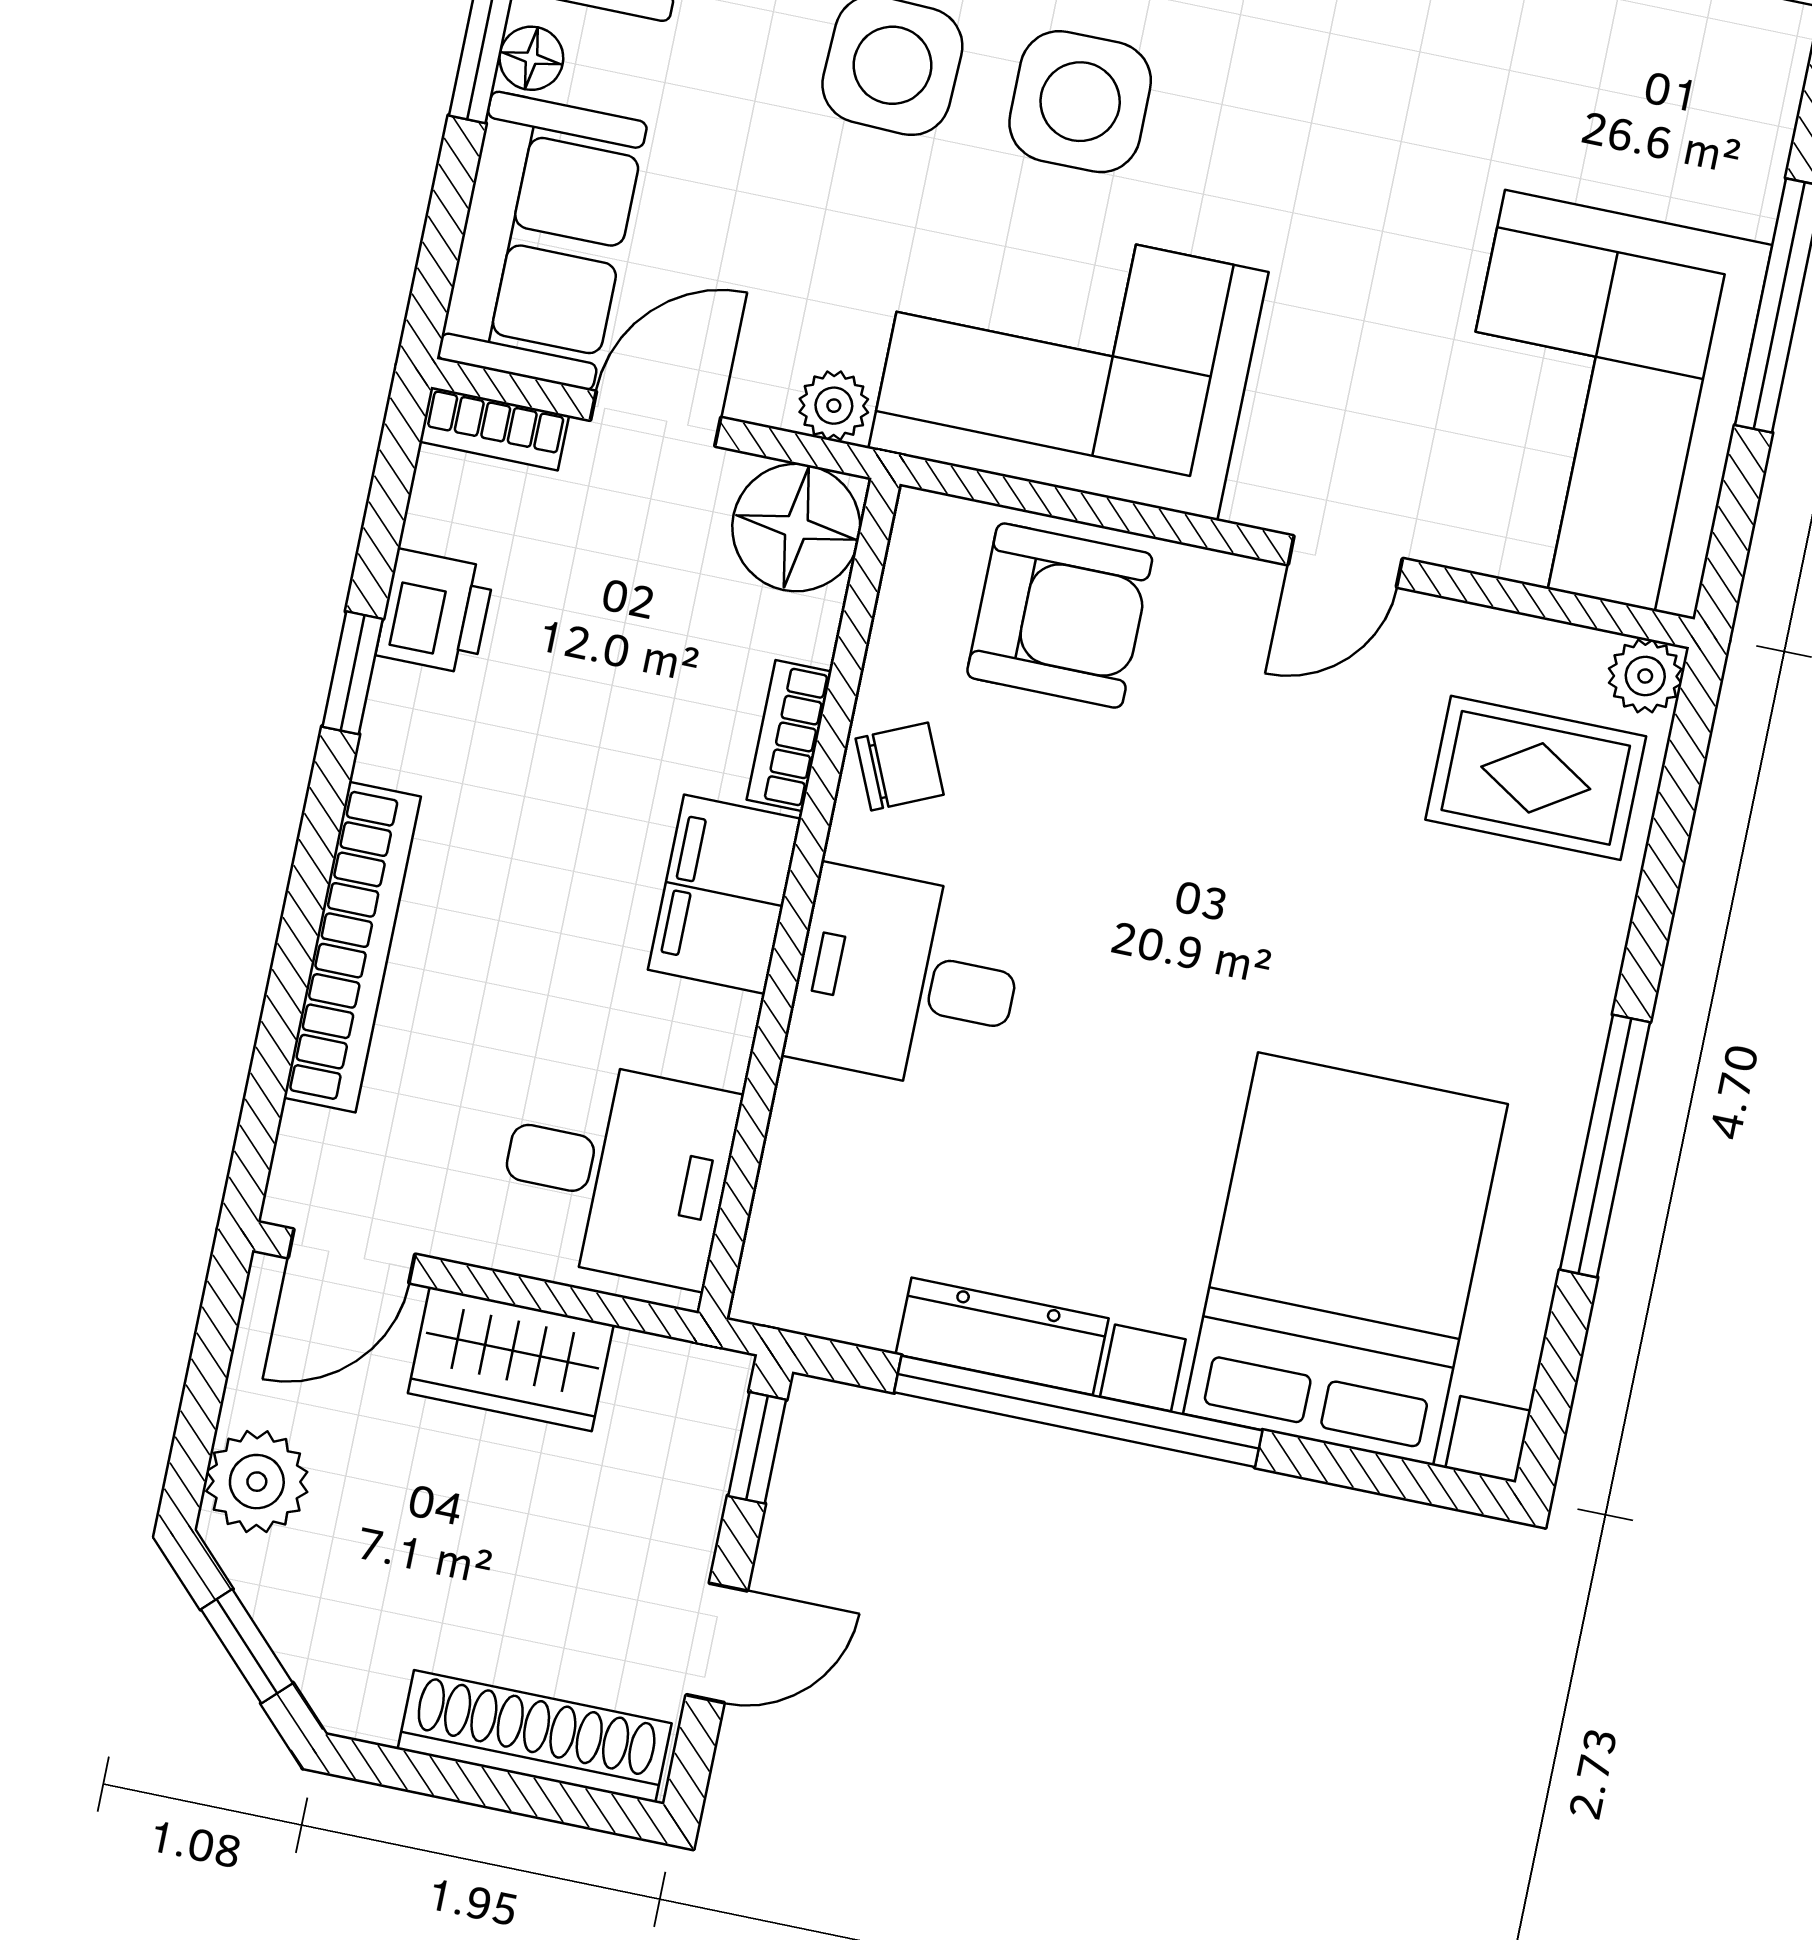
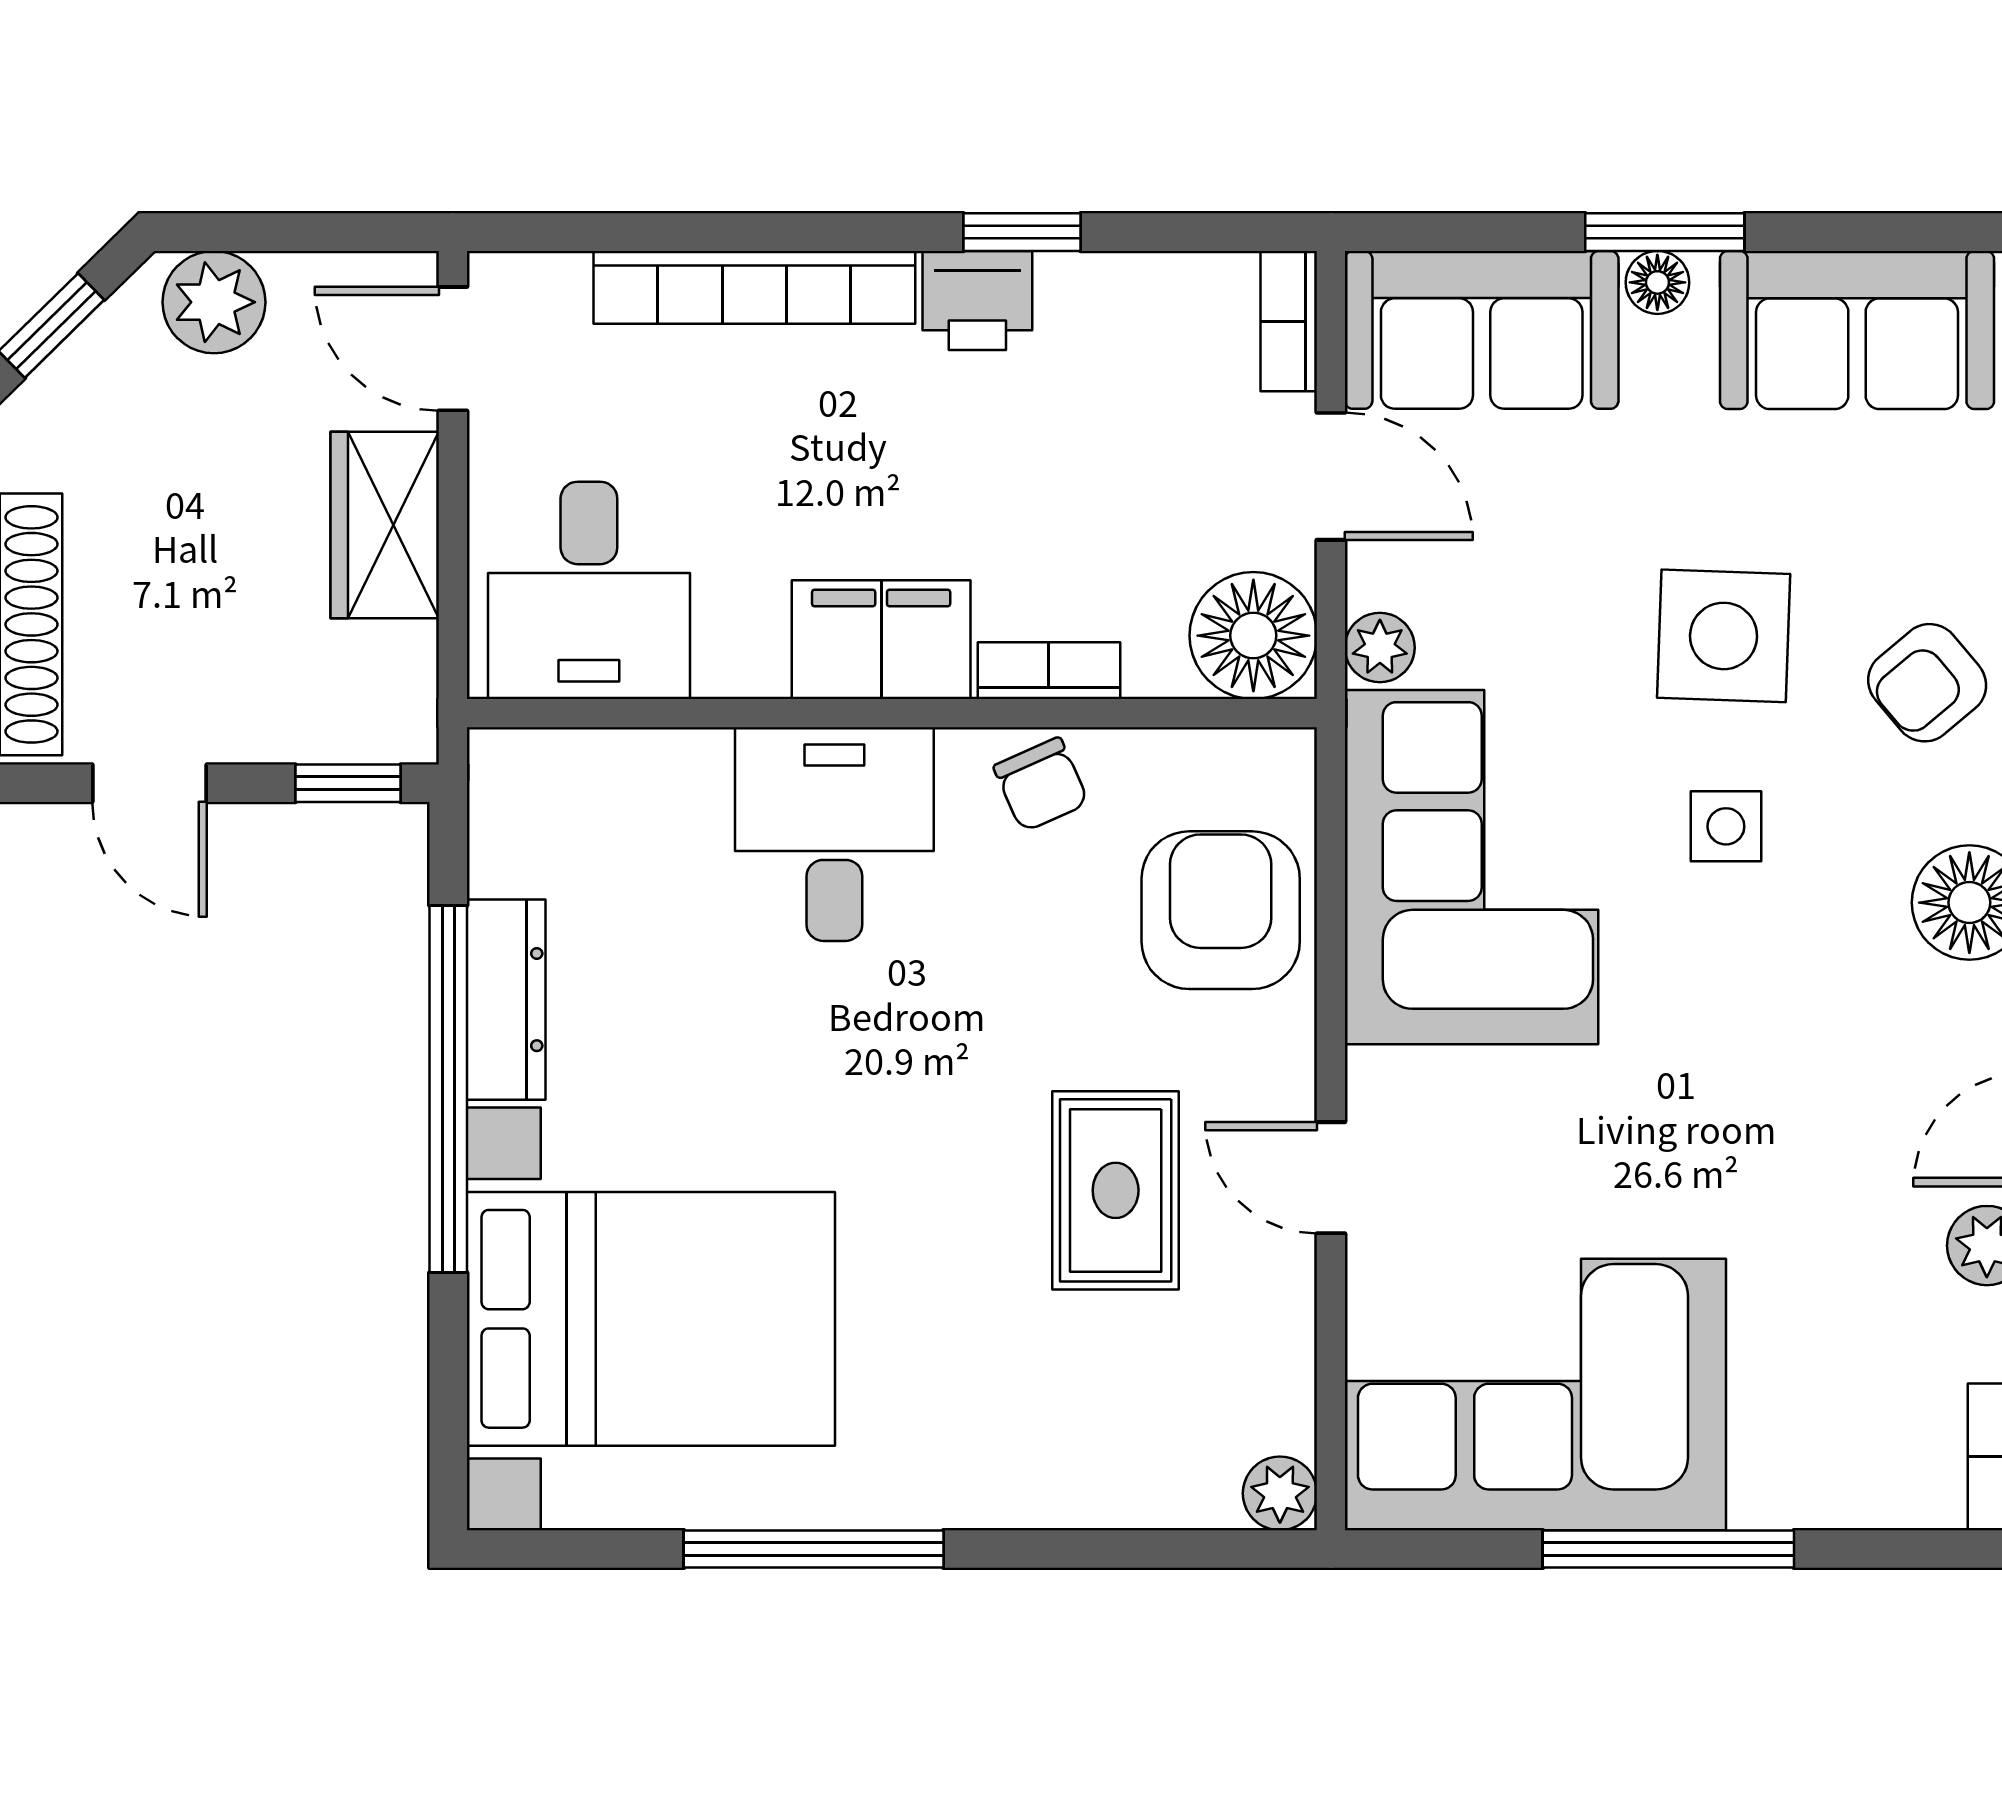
side table: (1080, 102) -> (1726, 826), width x0.54, depth x0.54
printer: (435, 612) -> (977, 300), moved
armchair: (1060, 616) -> (1221, 910), turned 180
rug: (1536, 778) -> (1116, 1190), moved

